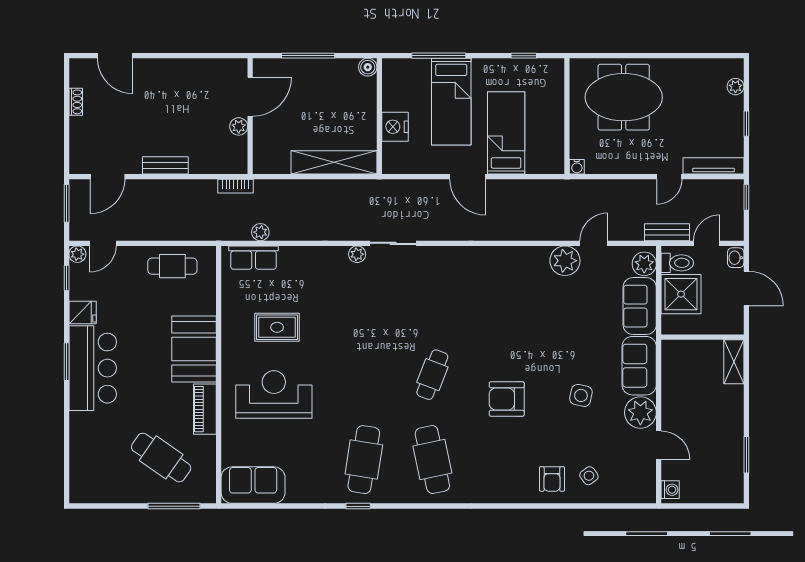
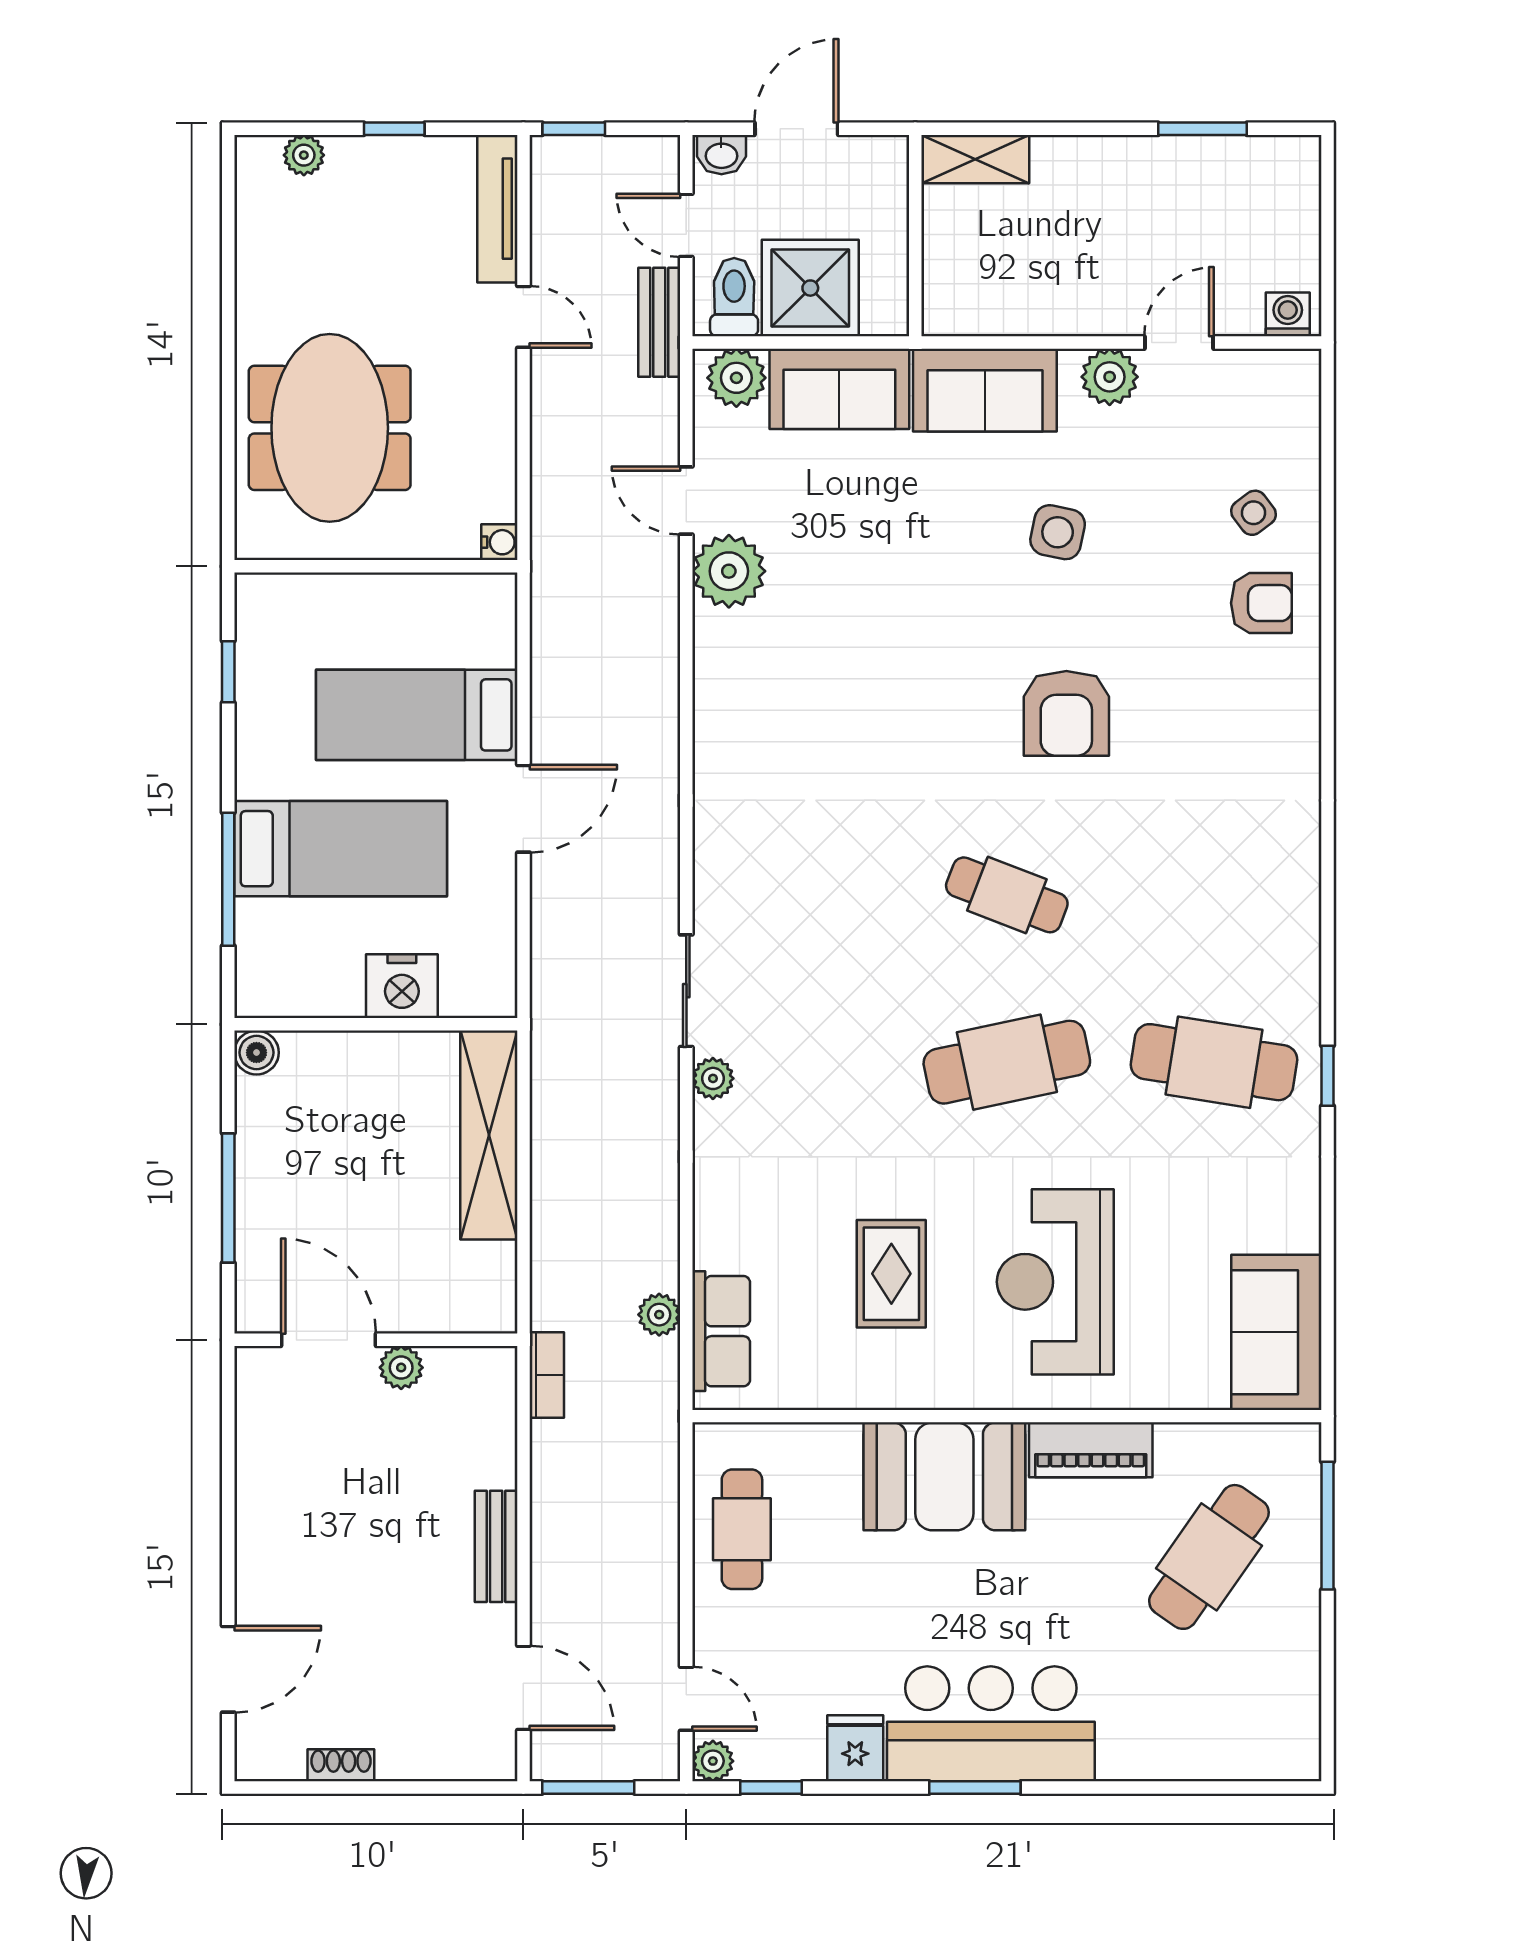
plant: (640, 413) -> (1110, 377), width x0.73, depth x0.73
cafe table: (432, 460) -> (1007, 1062), moved

